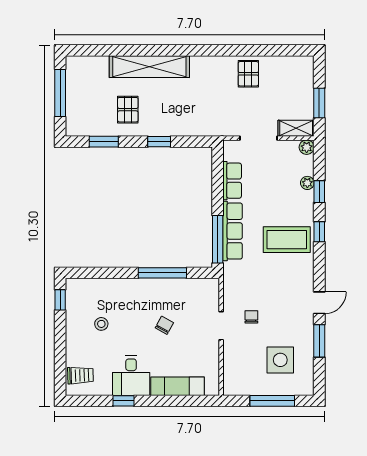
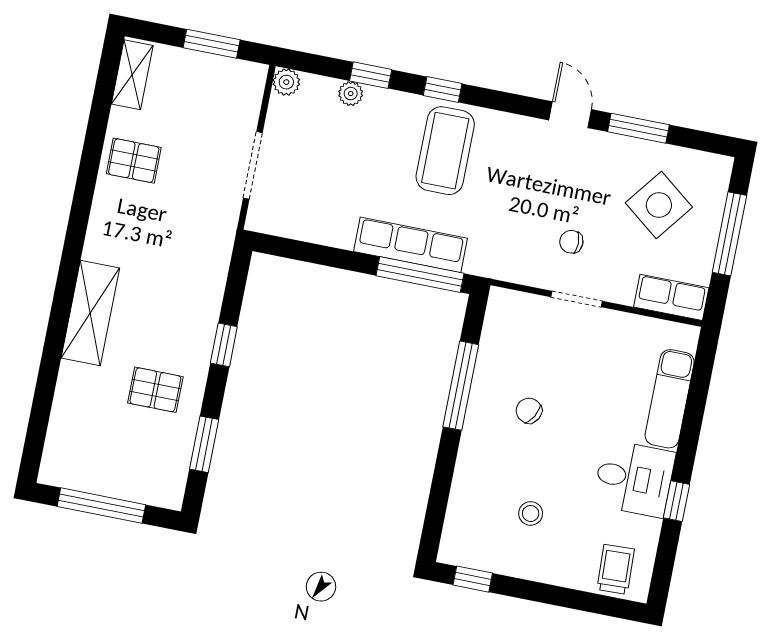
shelving: (149, 67) -> (90, 313), width x0.68
shelving: (296, 128) -> (132, 75), moved
row of seats: (232, 181) -> (671, 297), moved
chair: (164, 325) -> (529, 411), moved
side table: (280, 360) -> (659, 205), turned 38

